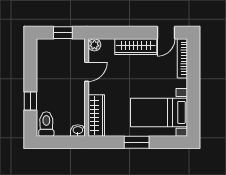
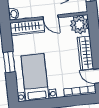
plant: (94, 45) -> (79, 25), width x1.88, depth x1.88
door: (87, 72) -> (51, 17), moved

